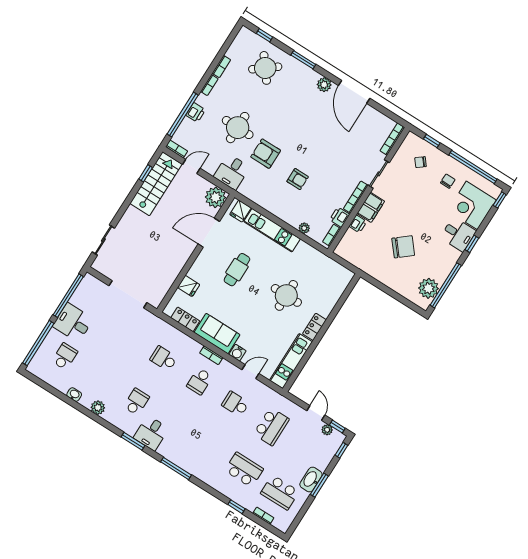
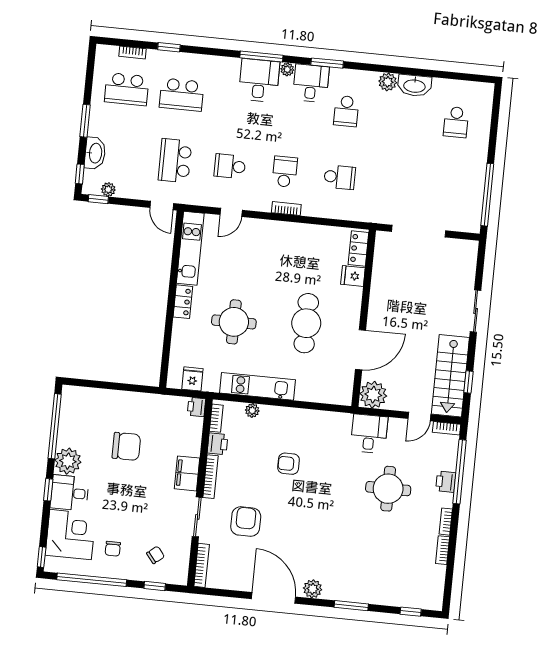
round table: (265, 68) -> (391, 574), removed
armchair: (266, 154) -> (246, 522), moved, turned -90
fridge: (240, 211) -> (192, 379), moved
printer: (358, 224) -> (196, 407), moved
kitchen unit: (272, 230) -> (257, 386), moved
sliding door: (103, 240) -> (476, 311), moved
chair: (403, 247) -> (126, 446), turned -140
cafe table: (237, 270) -> (306, 323), width x1.37, depth x1.35
plant: (428, 288) -> (68, 461), moved
locker: (185, 319) -> (358, 248), moved, turned 90
desk: (73, 323) -> (259, 80), moved, turned -90
sofa: (217, 334) -> (292, 237), removed
window: (38, 343) -> (494, 122), removed
water cooler: (237, 353) -> (257, 227), removed
washbasin: (74, 395) -> (415, 86), width x1.91, depth x1.45
school desk: (235, 404) -> (230, 166), turned 180
door: (316, 413) -> (162, 205), moved
plant: (163, 451) -> (287, 69), added
washbasin: (311, 479) -> (95, 153), moved
school desk: (280, 492) -> (127, 89), turned 180

